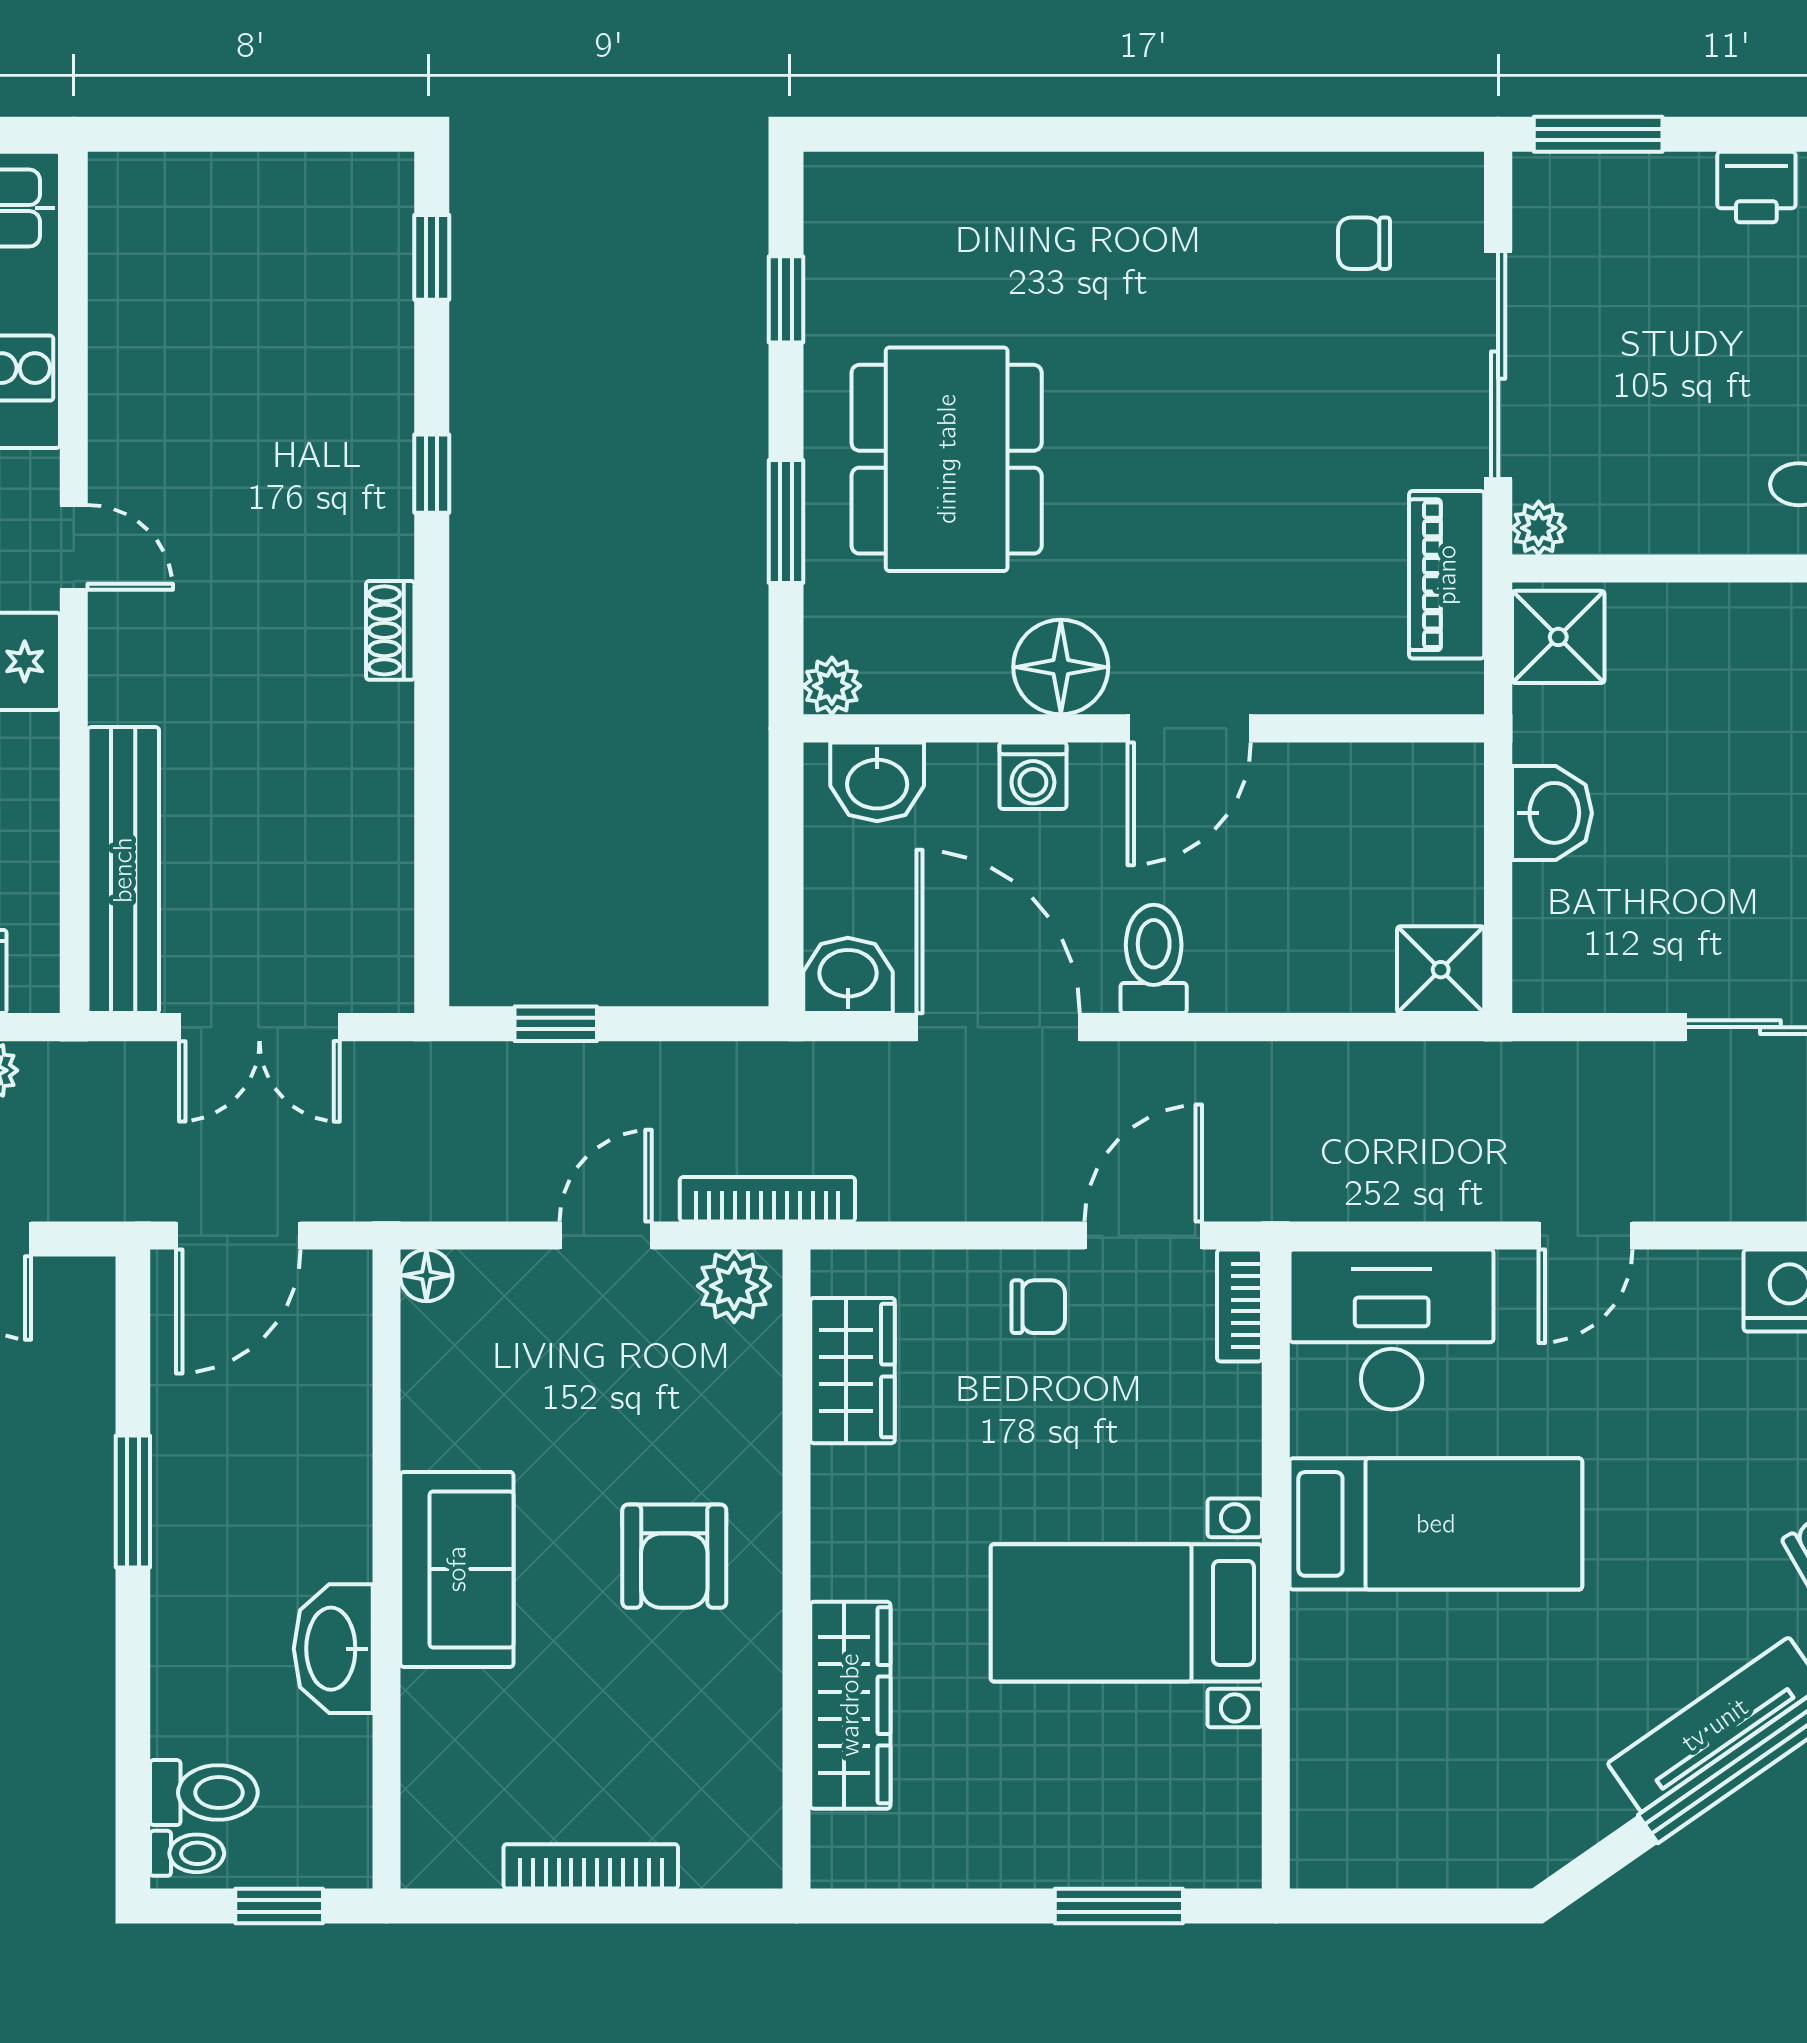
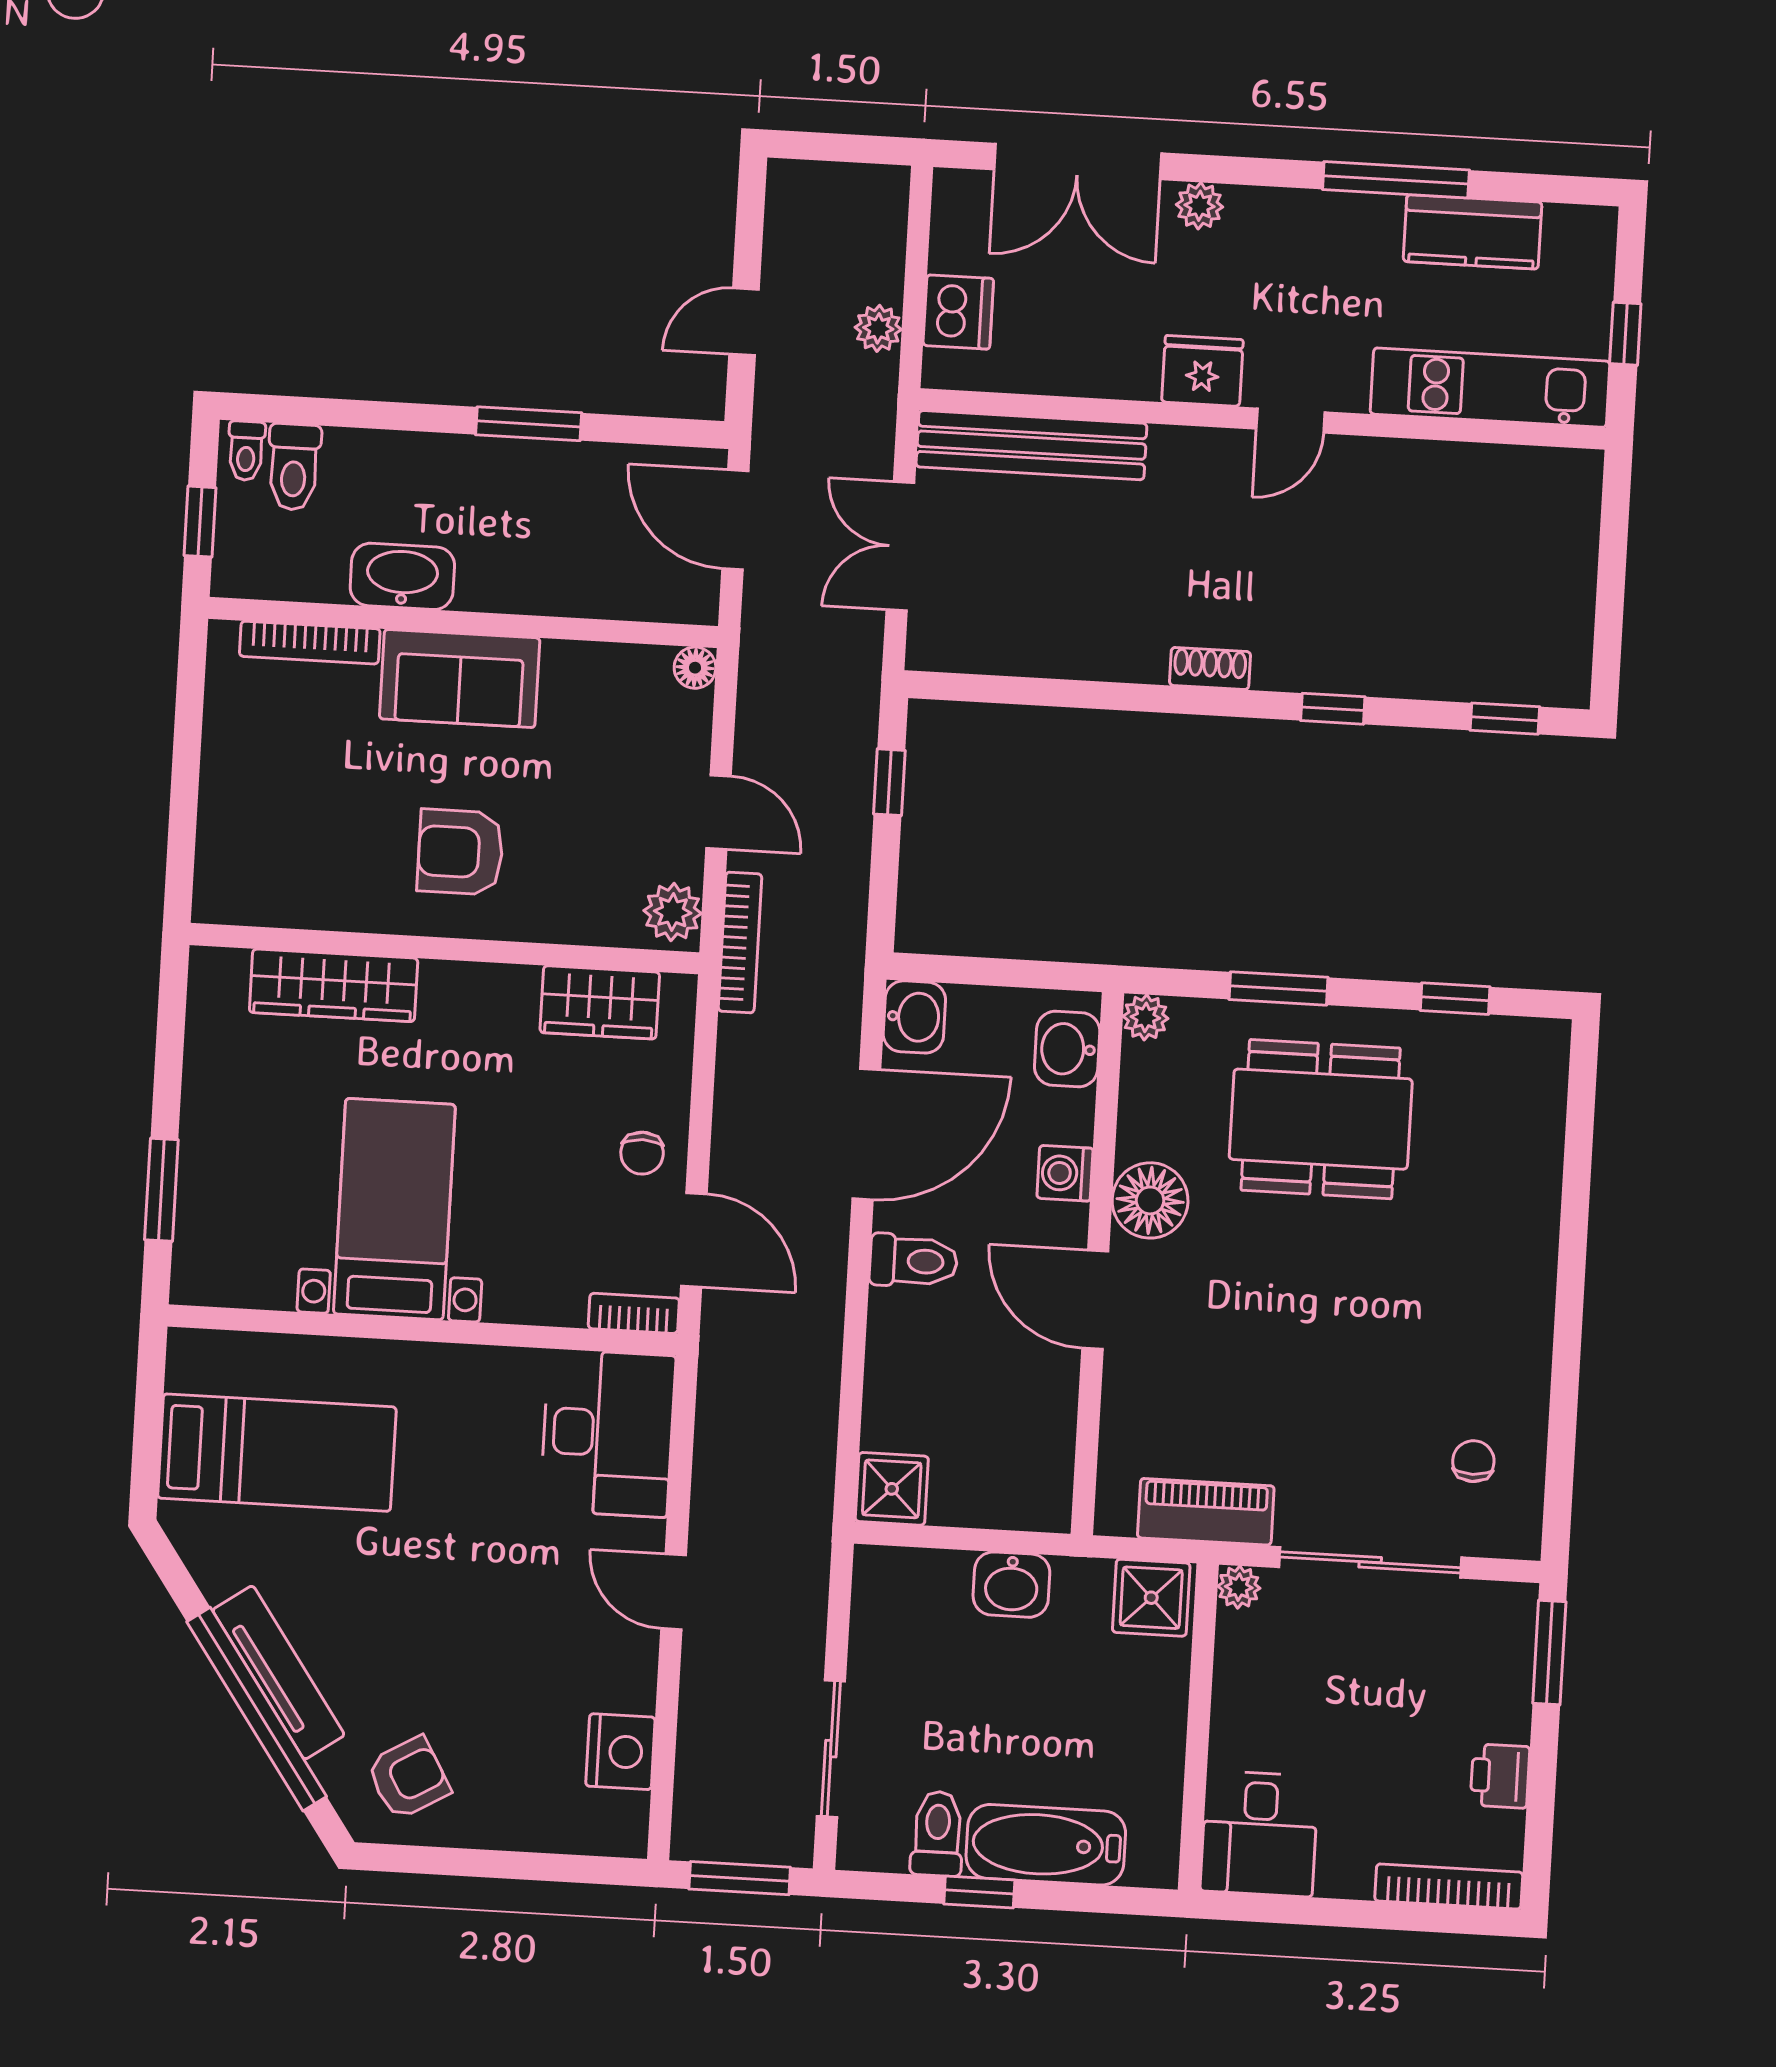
bed: (1436, 1524) -> (277, 1453), moved, turned -90
bookcase: (591, 1866) -> (310, 643), moved, turned 90

